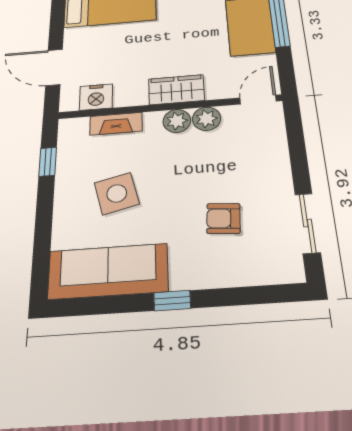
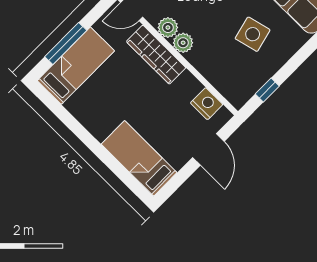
wardrobe: (176, 90) -> (156, 55), width x1.50
fireplace: (116, 124) -> (213, 75), removed

